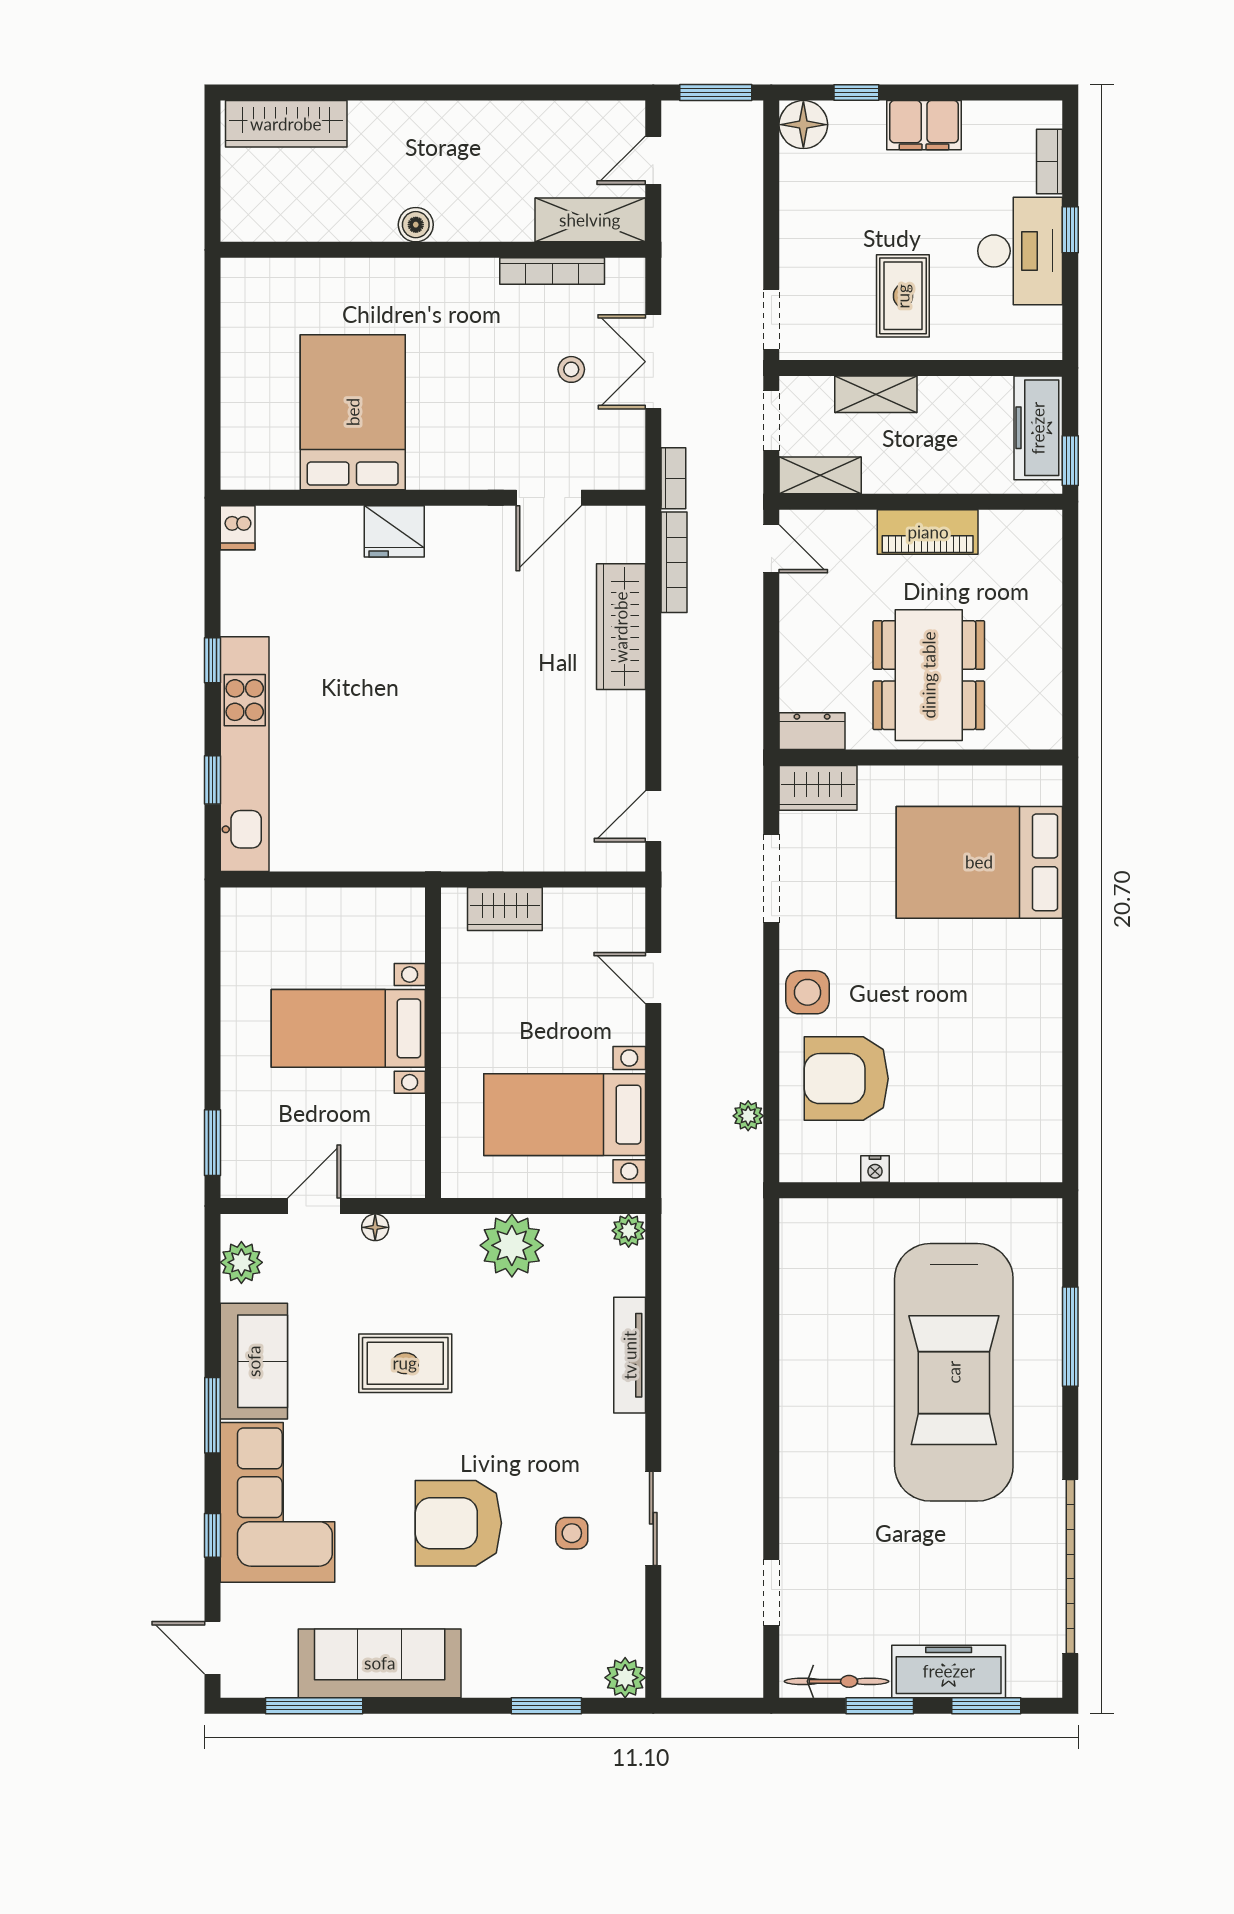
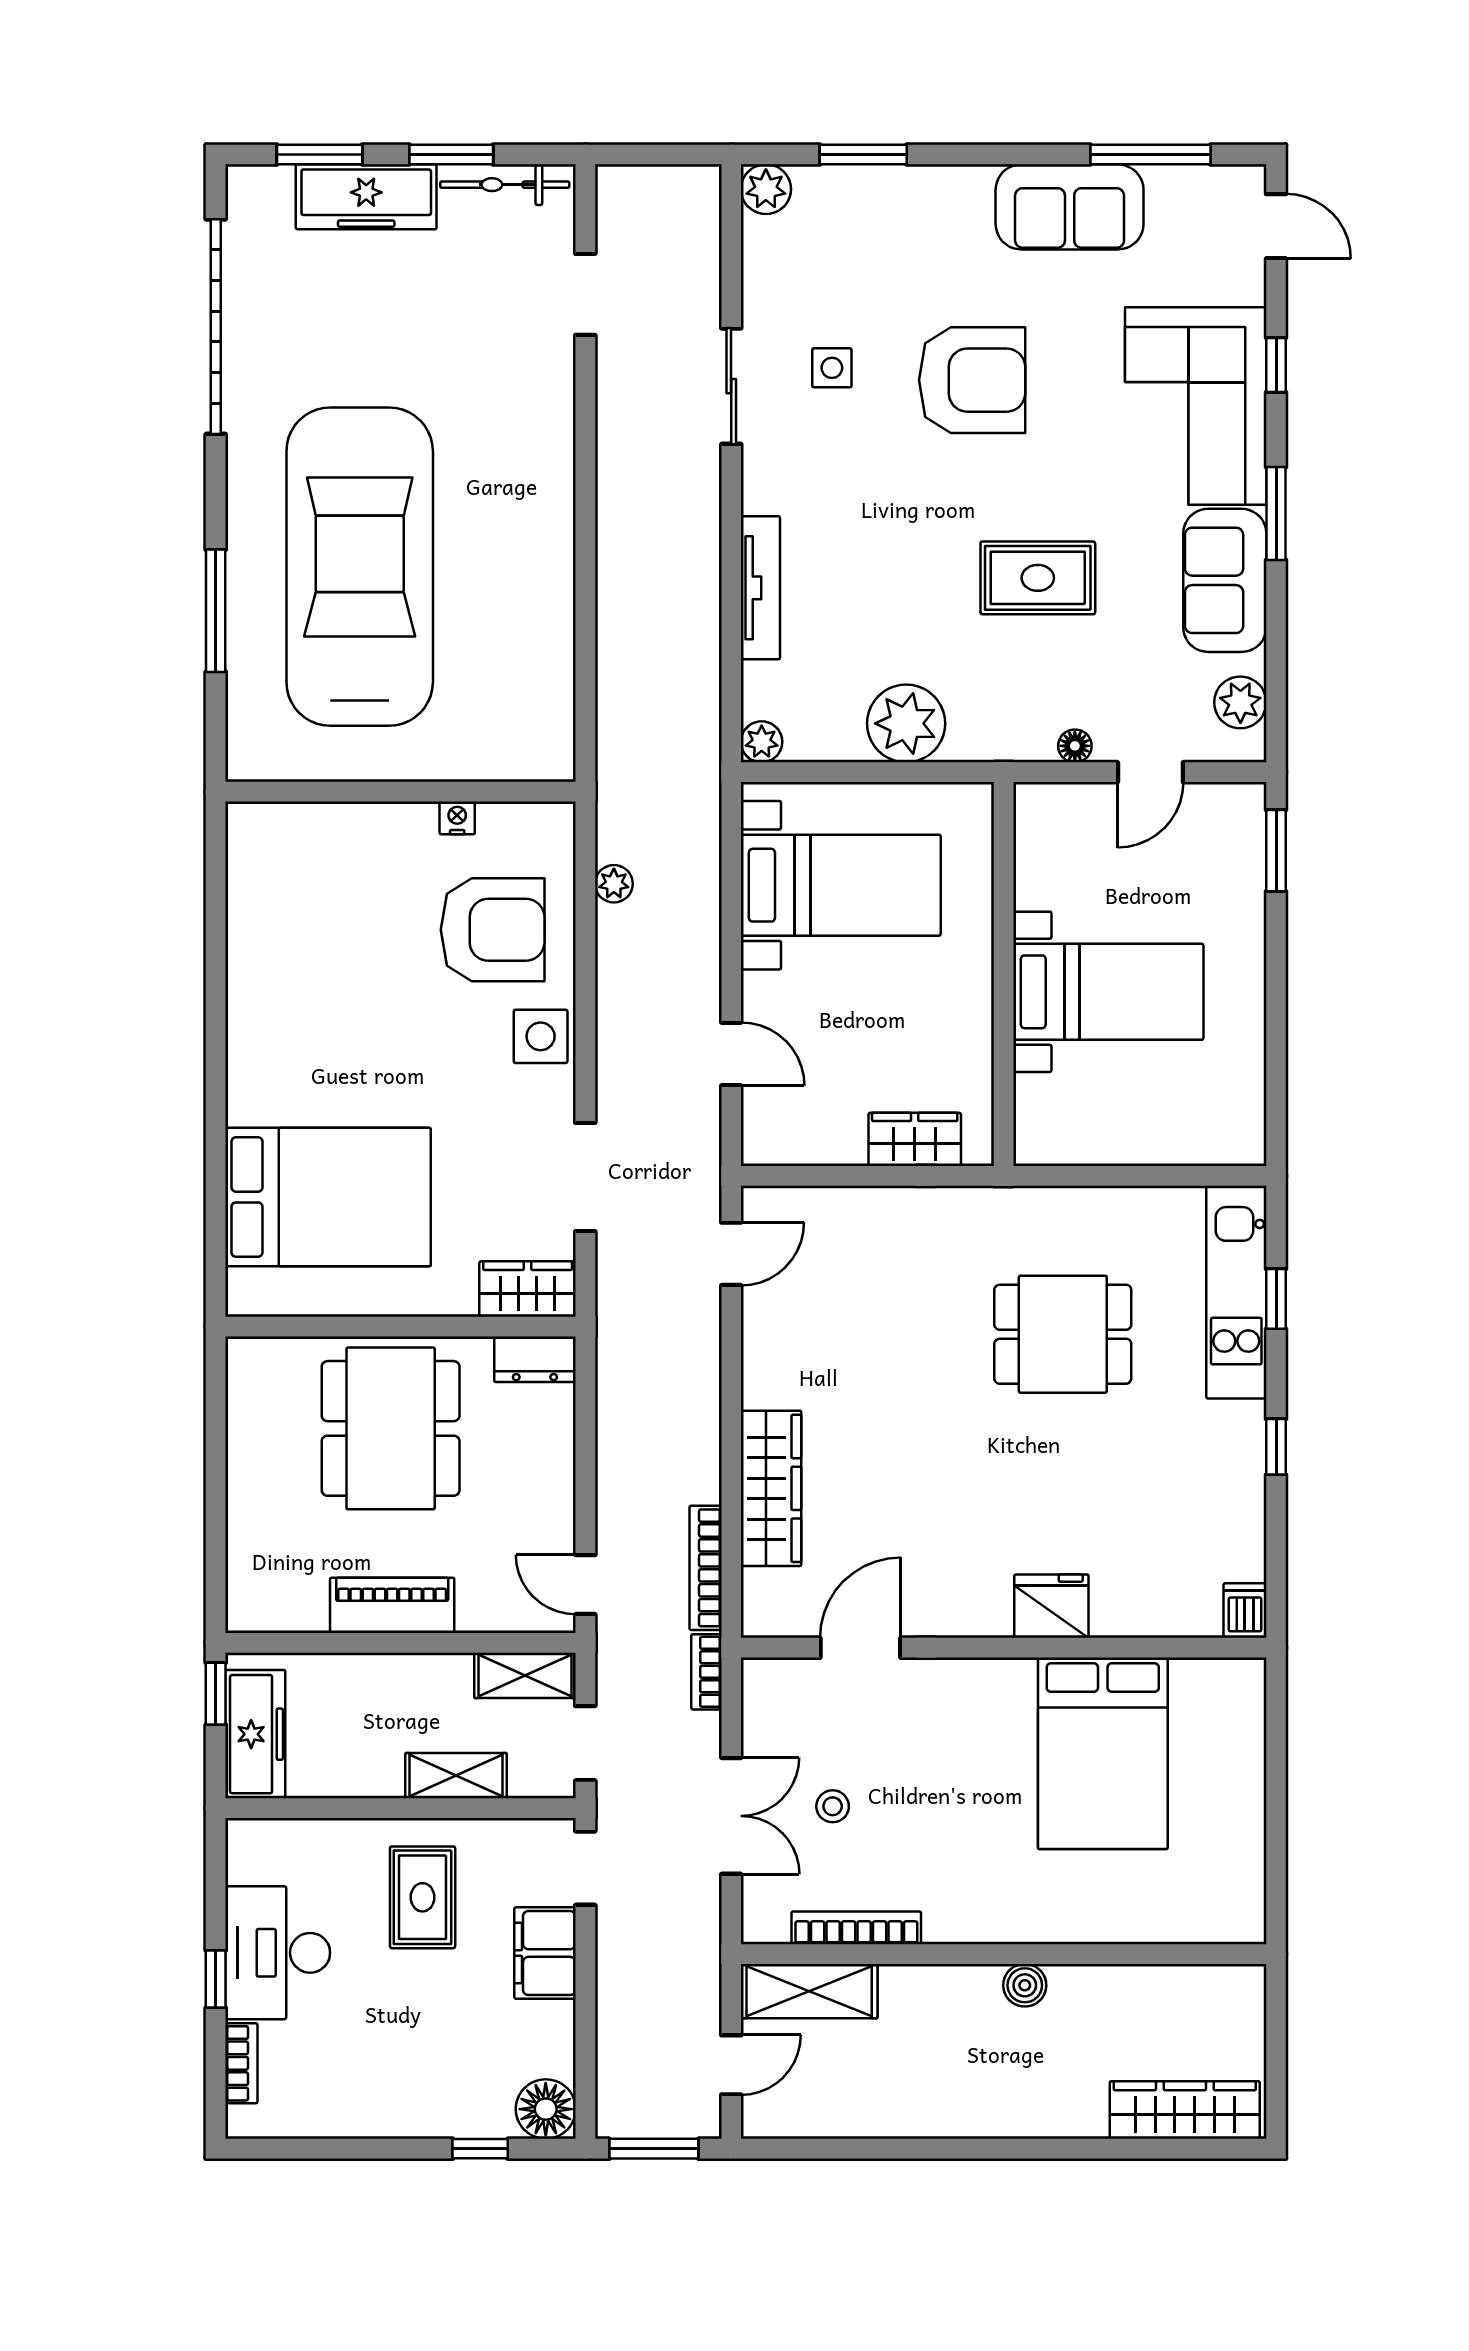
filing cabinet: (924, 125) -> (545, 1953), moved, turned -90
dining table: (385, 751) -> (1063, 1334), added
kitchen unit: (245, 754) -> (1236, 1292), width x0.73
sofa: (380, 1663) -> (1070, 207), width x0.73

